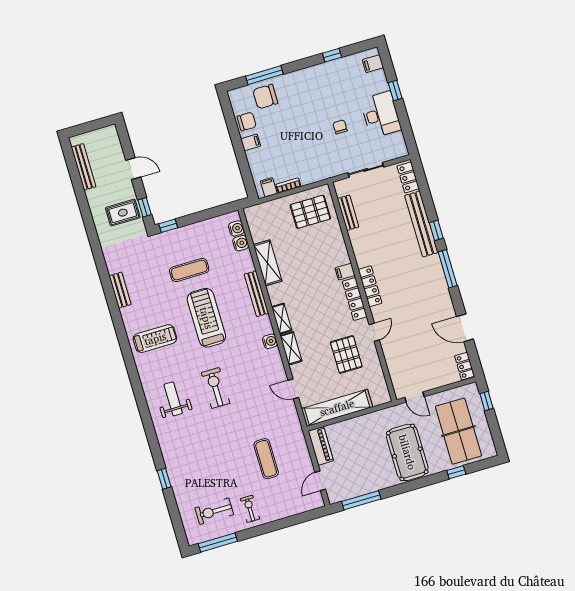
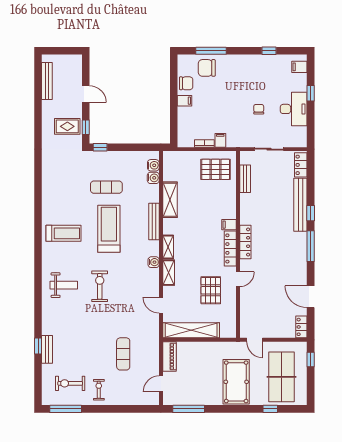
filing cabinet: (269, 187) -> (220, 140), moved
bench: (120, 290) -> (47, 349), moved
weight bench: (173, 399) -> (64, 285), turned 90

